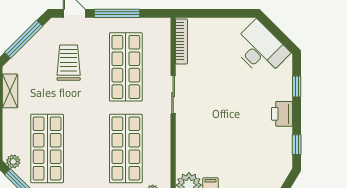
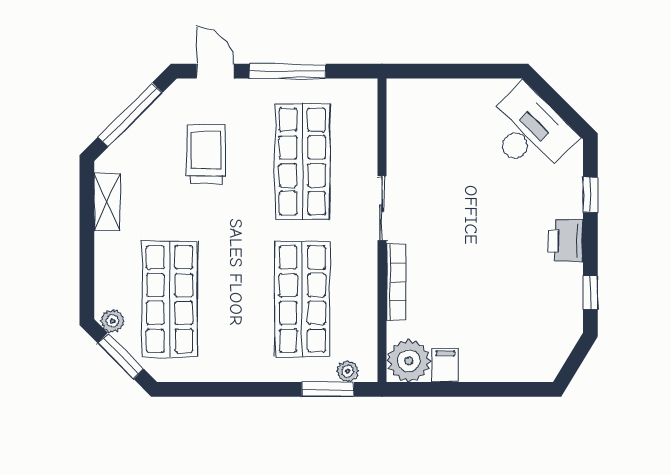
bookcase: (181, 41) -> (396, 282), moved

